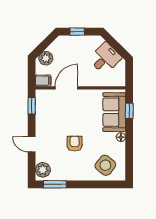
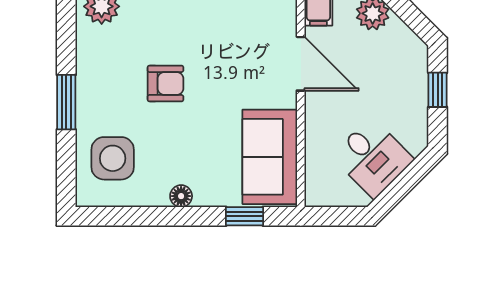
sofa: (114, 112) -> (270, 157), moved, turned -90
side table: (105, 165) -> (113, 158), turned -38
window: (55, 184) -> (66, 102), moved

